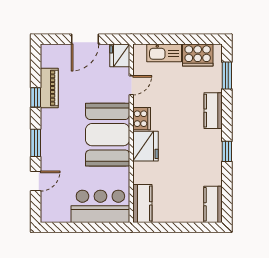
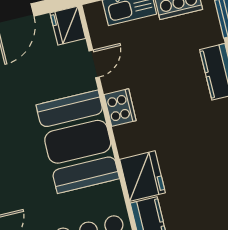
fridge: (145, 146) -> (142, 176), moved

